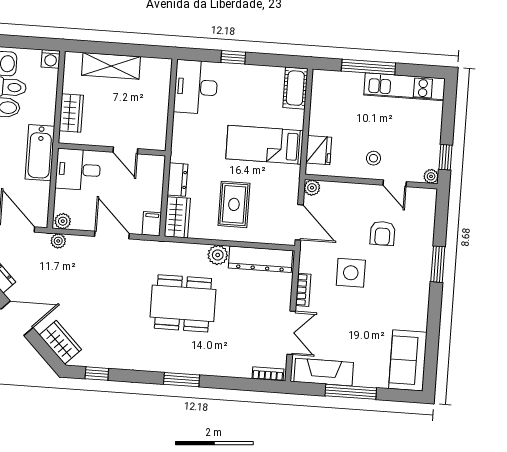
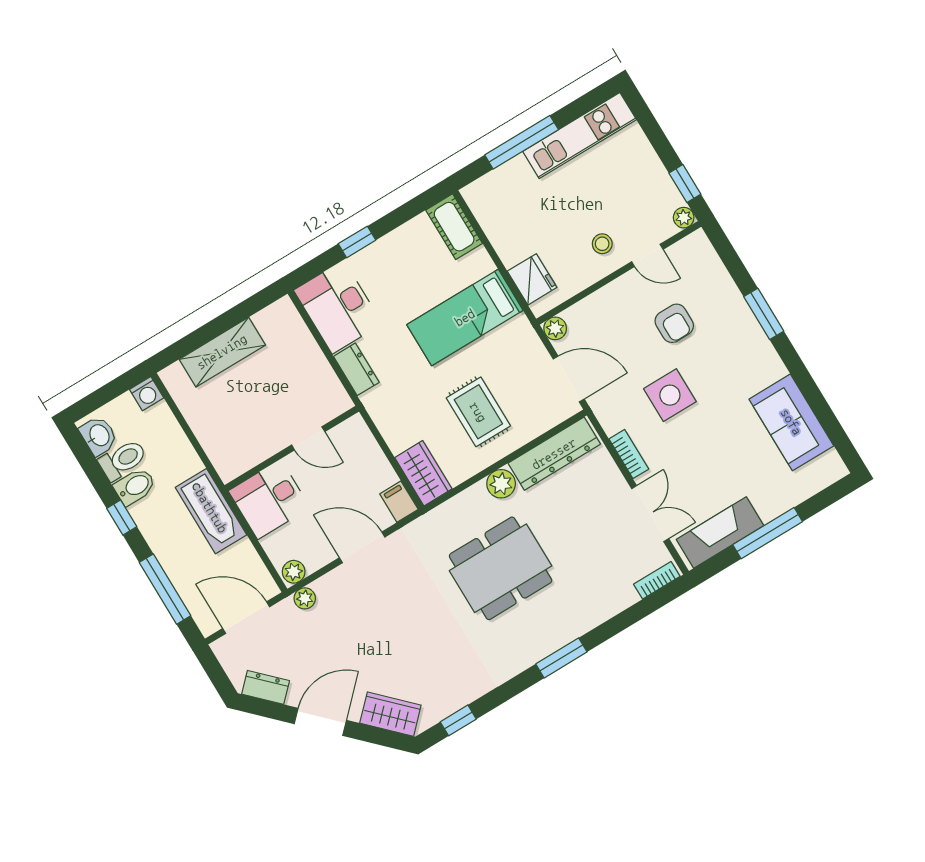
wardrobe: (71, 113) -> (215, 439), removed
dresser: (178, 180) -> (356, 369), moved
sofa: (408, 360) -> (791, 422), moved

